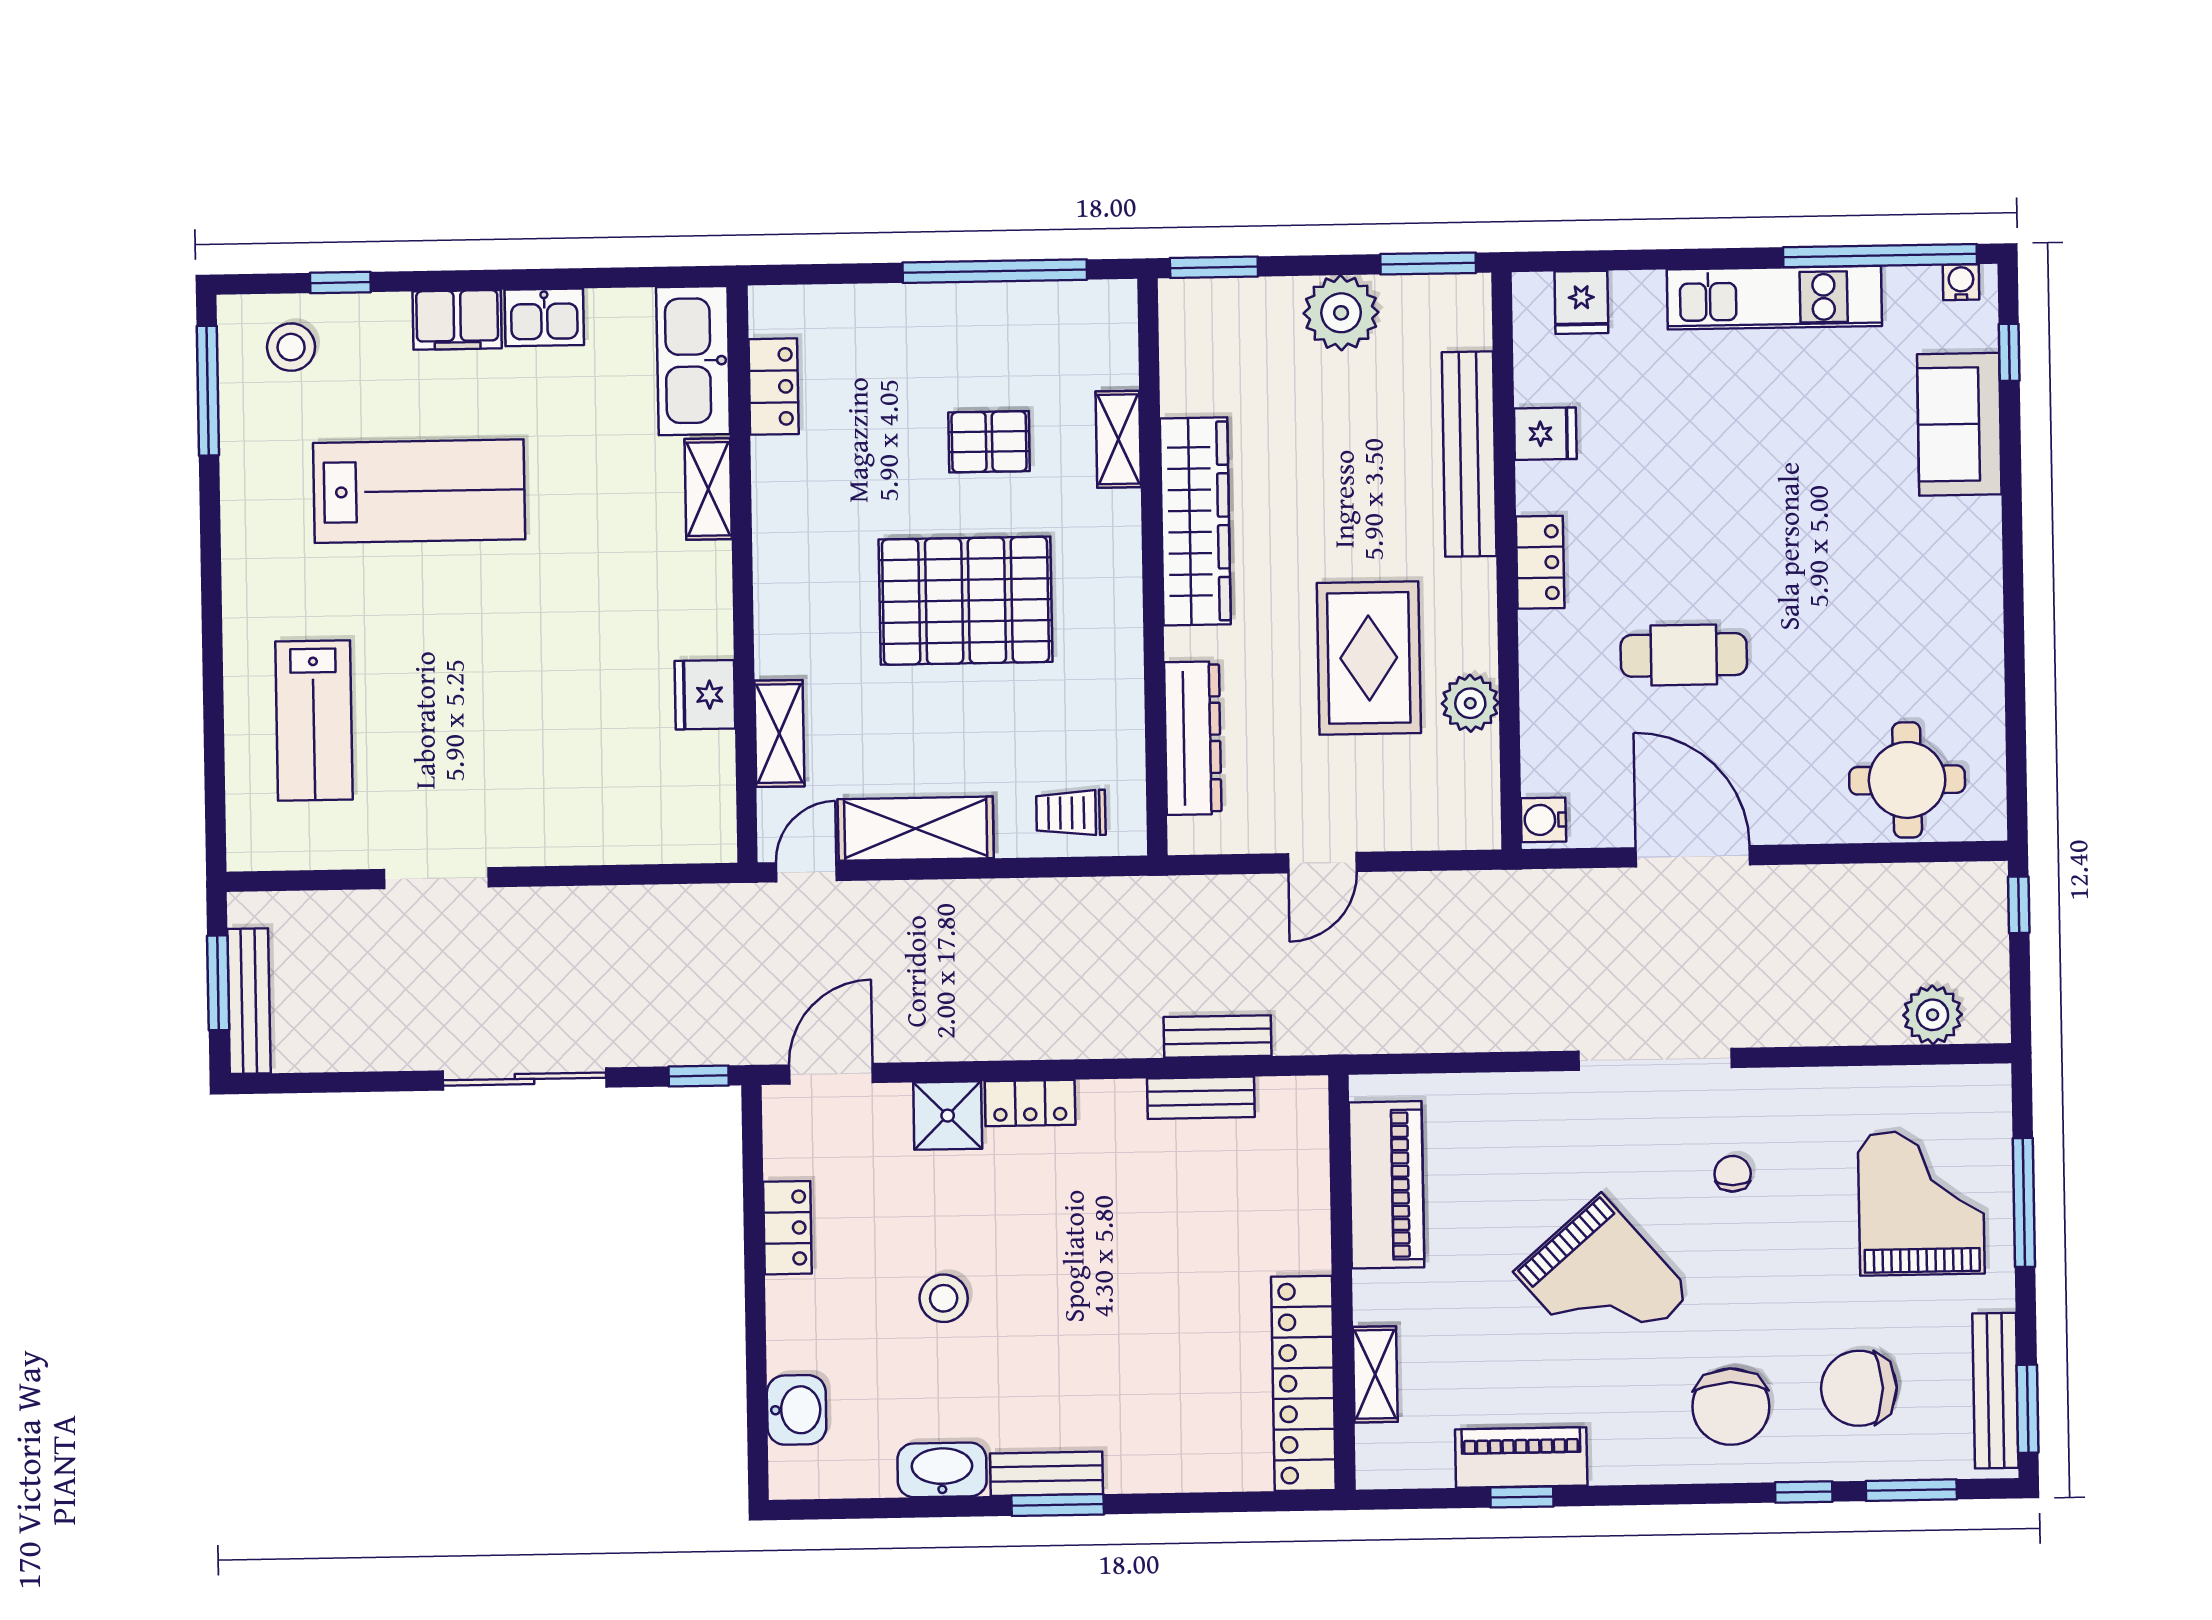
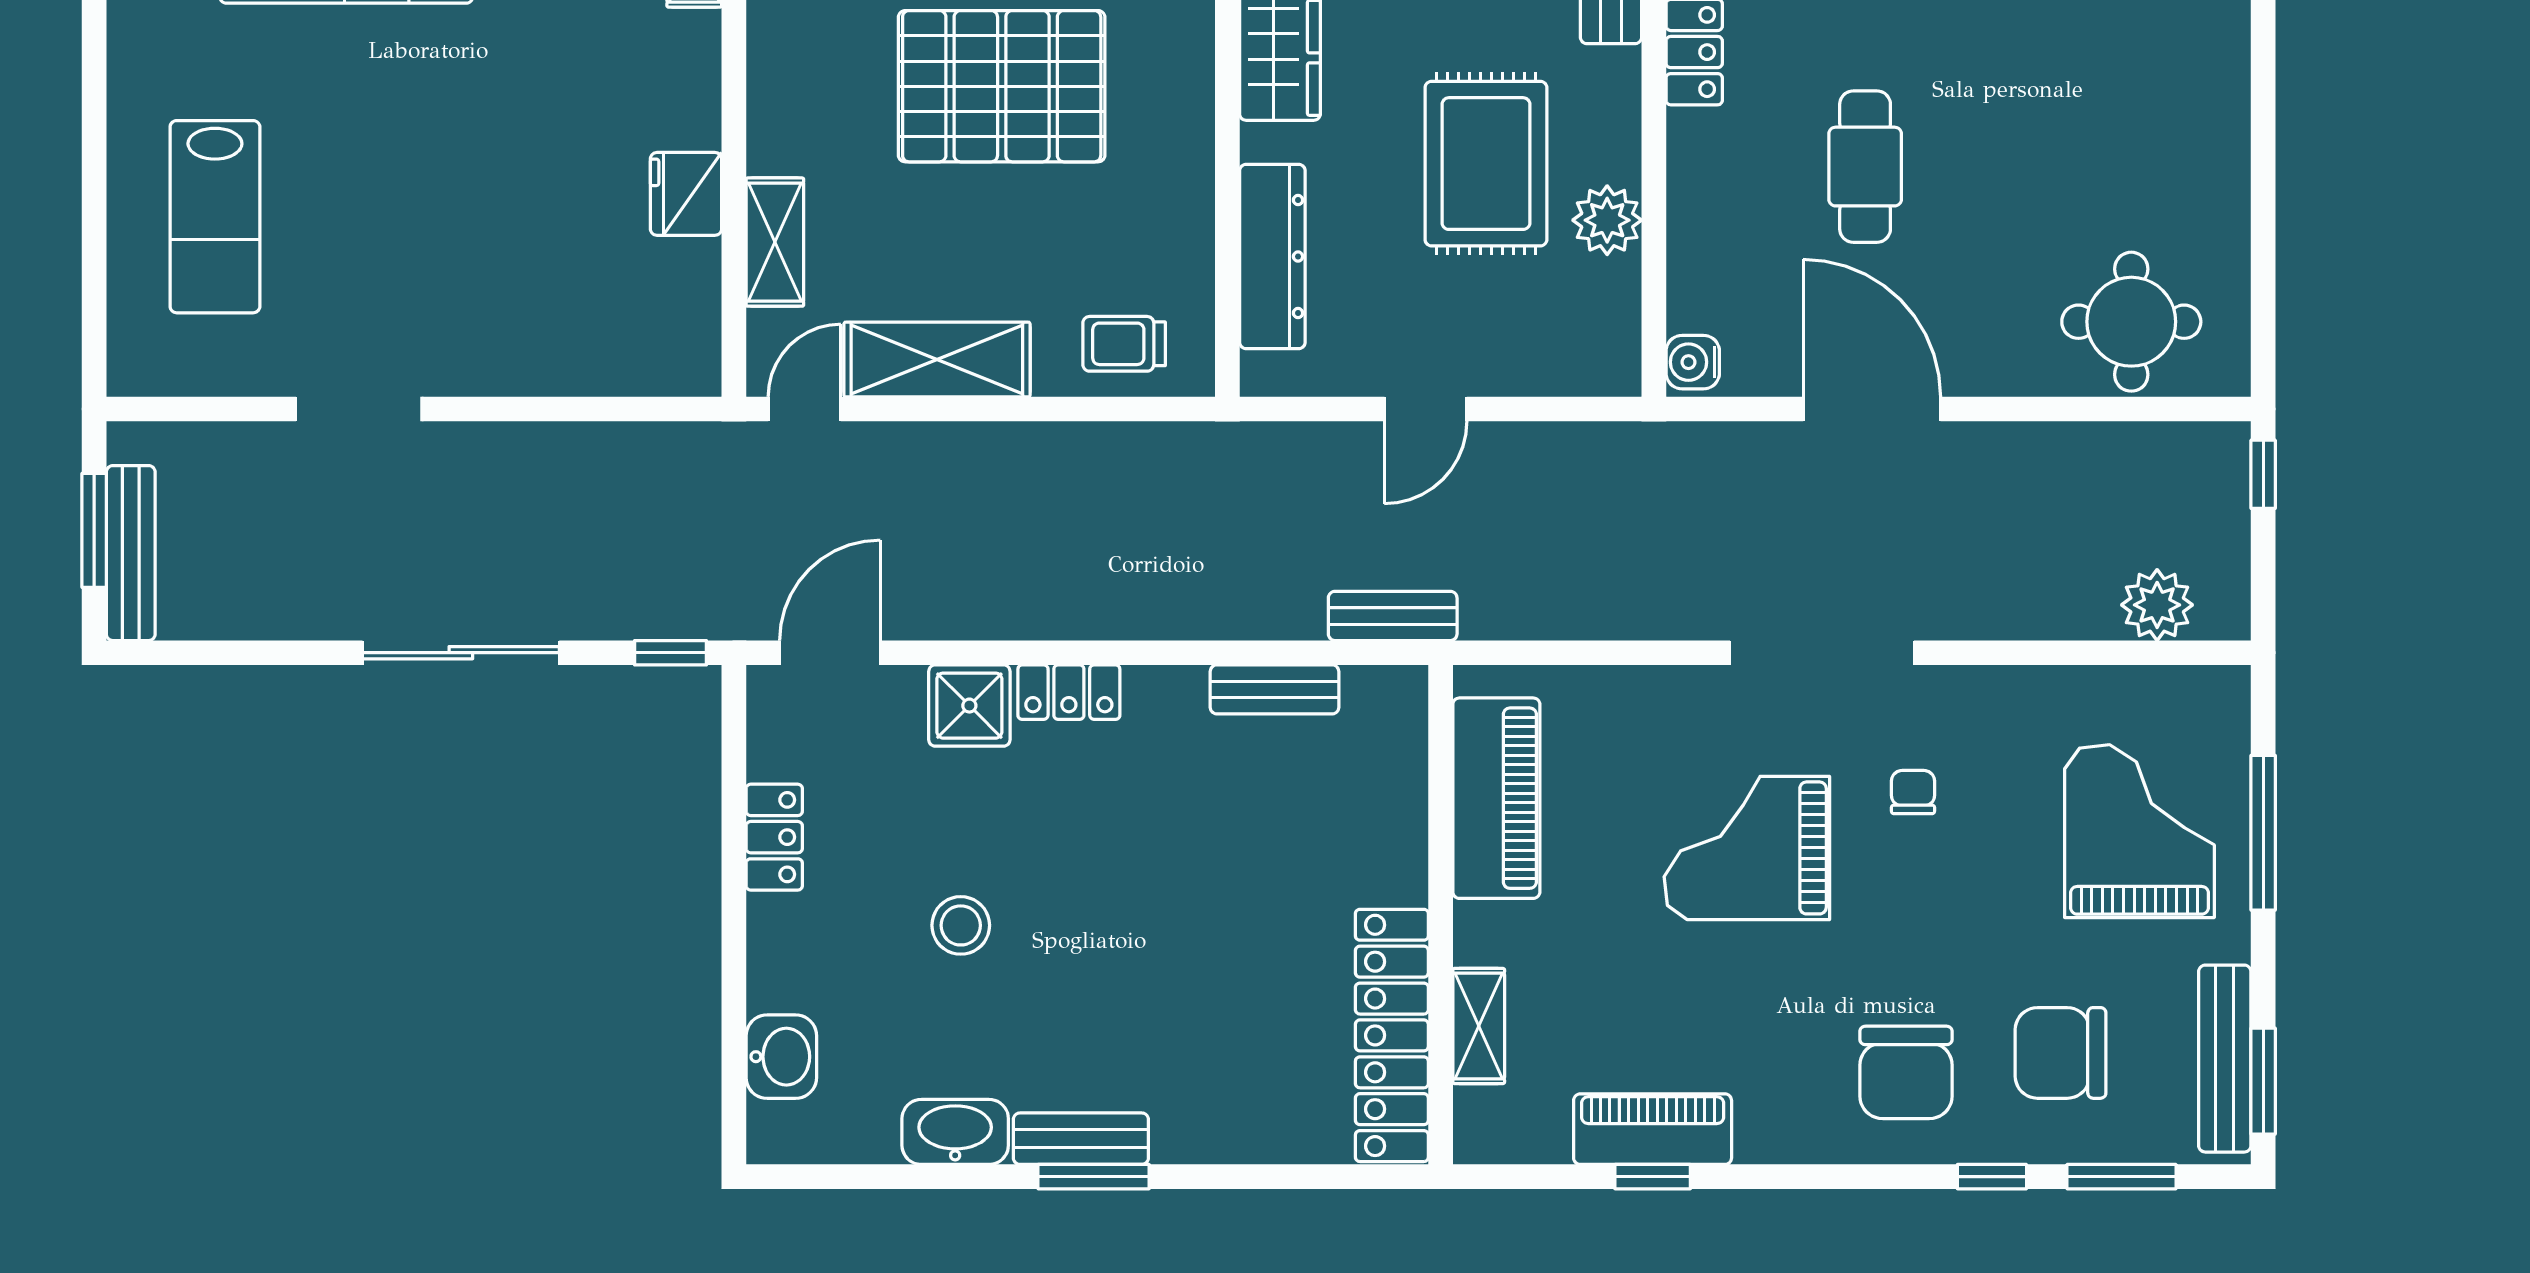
cafe table: (1684, 655) -> (1865, 167), turned 90
bench: (1218, 1036) -> (1393, 616), moved
grand piano: (1603, 1283) -> (1747, 848), moved, turned 131

